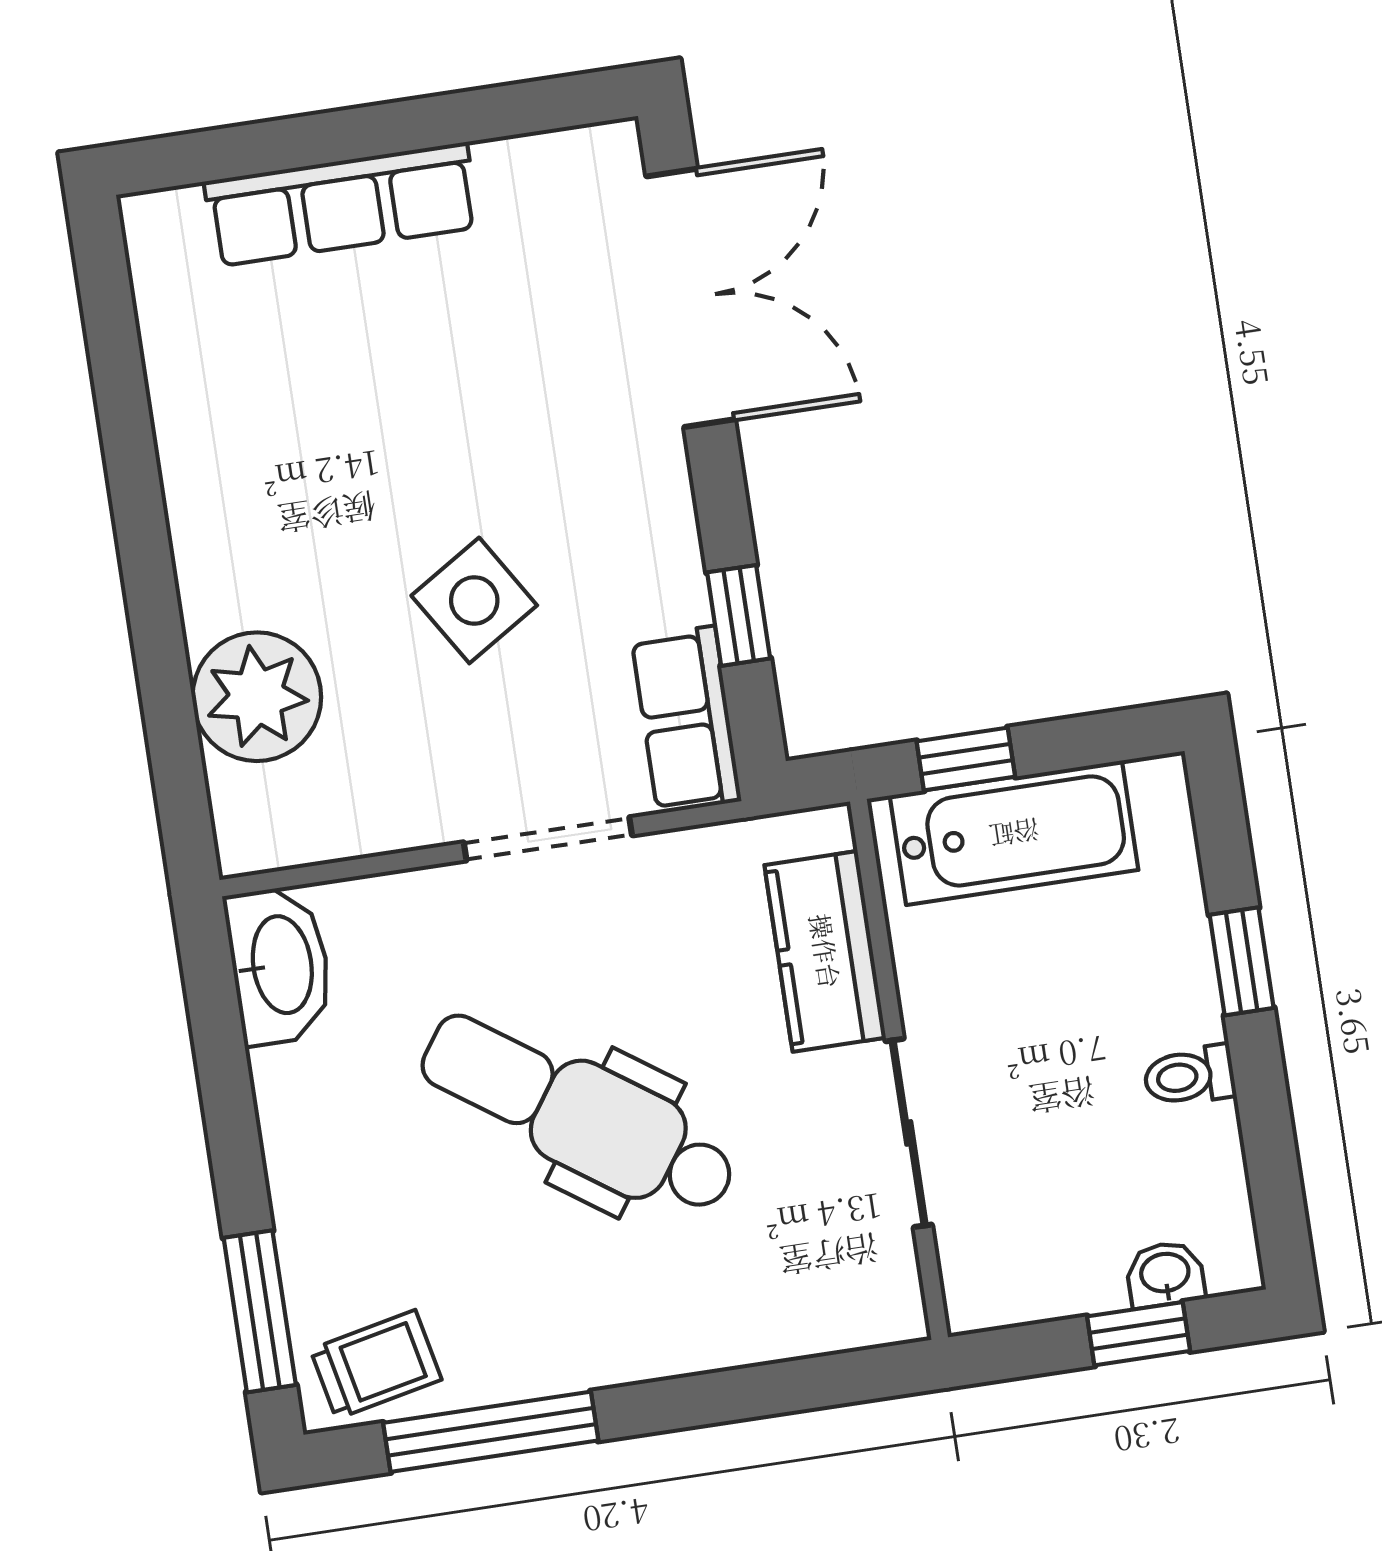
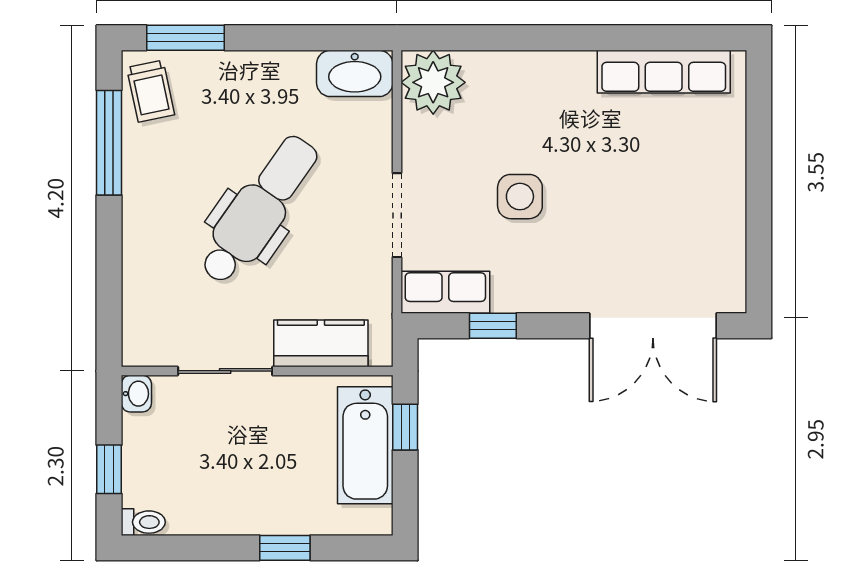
row of seats: (342, 204) -> (664, 72), moved, turned -90
side table: (474, 600) -> (520, 197), turned 32
plant: (257, 697) -> (433, 82), moved
toilet: (1189, 1076) -> (143, 522), moved, turned 90
washbasin: (1165, 1274) -> (136, 394), moved

